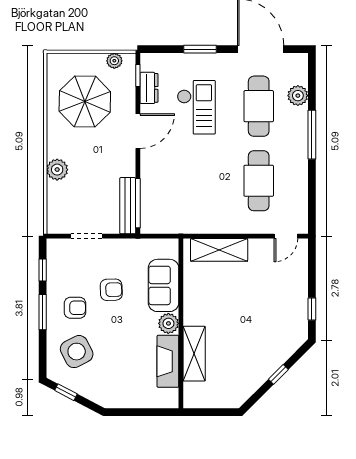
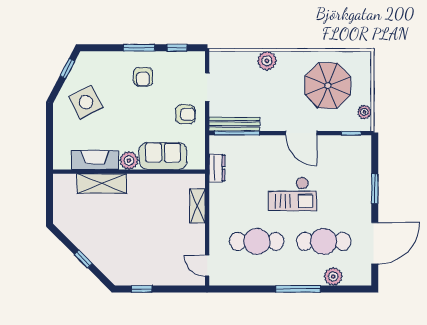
dresser: (149, 88) -> (217, 168), moved, turned -90
checkout: (196, 107) -> (292, 194), moved
shelving: (219, 250) -> (197, 206), width x0.67, depth x0.75
armchair: (111, 290) -> (185, 114), moved, turned -88
side table: (77, 352) -> (86, 102), moved

